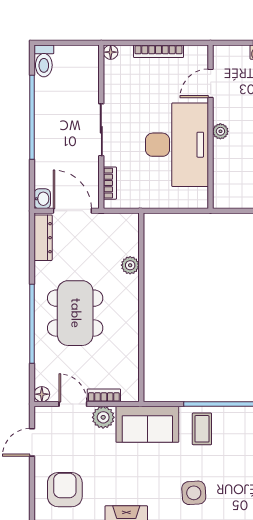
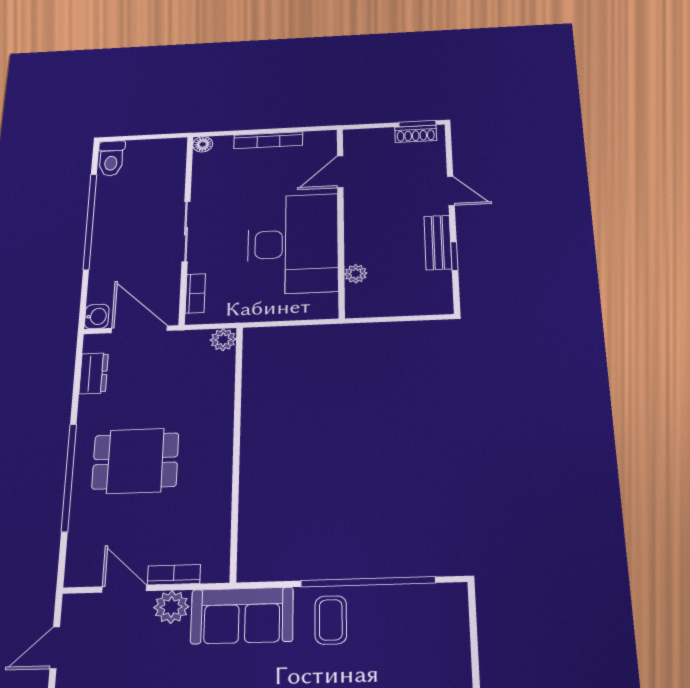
plant: (220, 131) -> (356, 274), moved
dresser: (43, 238) -> (94, 373), width x0.70
plant: (130, 265) -> (223, 340), moved
dining table: (75, 313) -> (135, 461), width x0.73
floor lamp: (42, 394) -> (76, 576), removed

